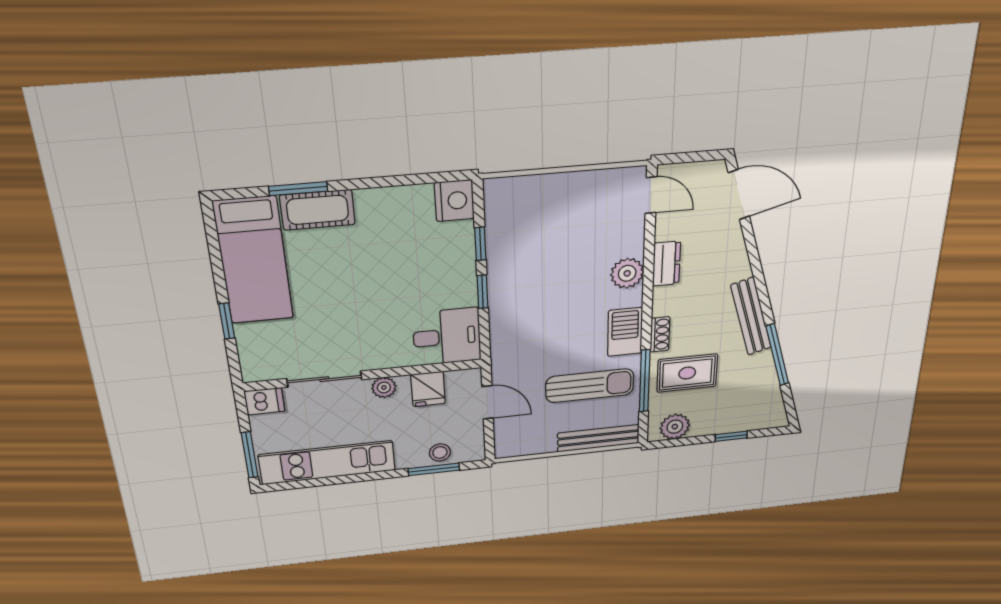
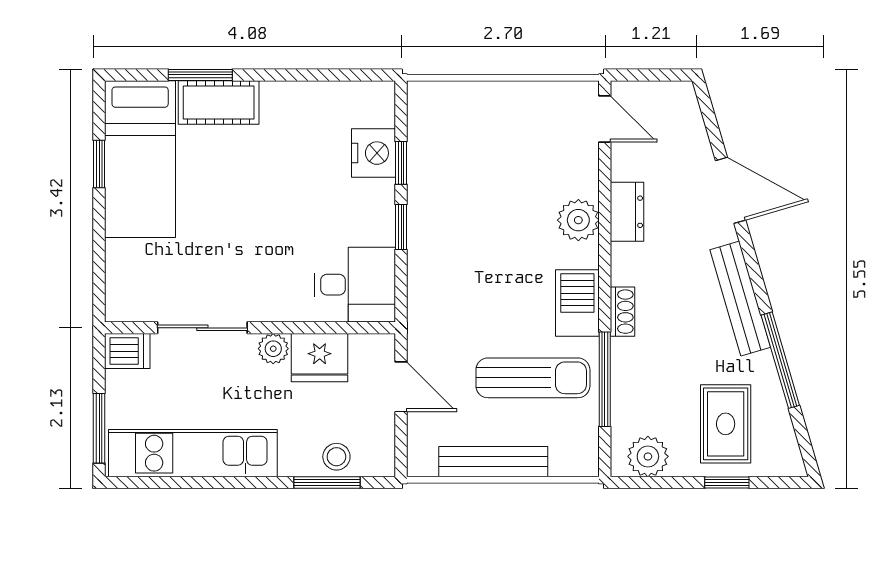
door: (739, 195) -> (731, 190), moved
nightstand: (454, 201) -> (373, 153), moved
window: (227, 321) -> (99, 164), moved
rug: (687, 373) -> (726, 424), moved, turned 90
fridge: (428, 389) -> (320, 358), width x1.38
bench: (598, 438) -> (493, 462), moved

